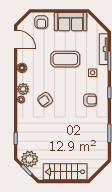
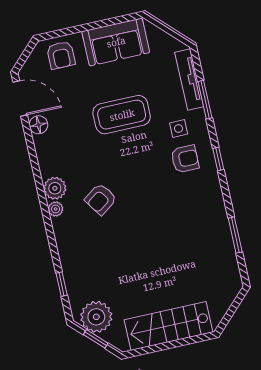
floor lamp: (22, 68) -> (38, 125), moved
armchair: (90, 100) -> (185, 159), moved

